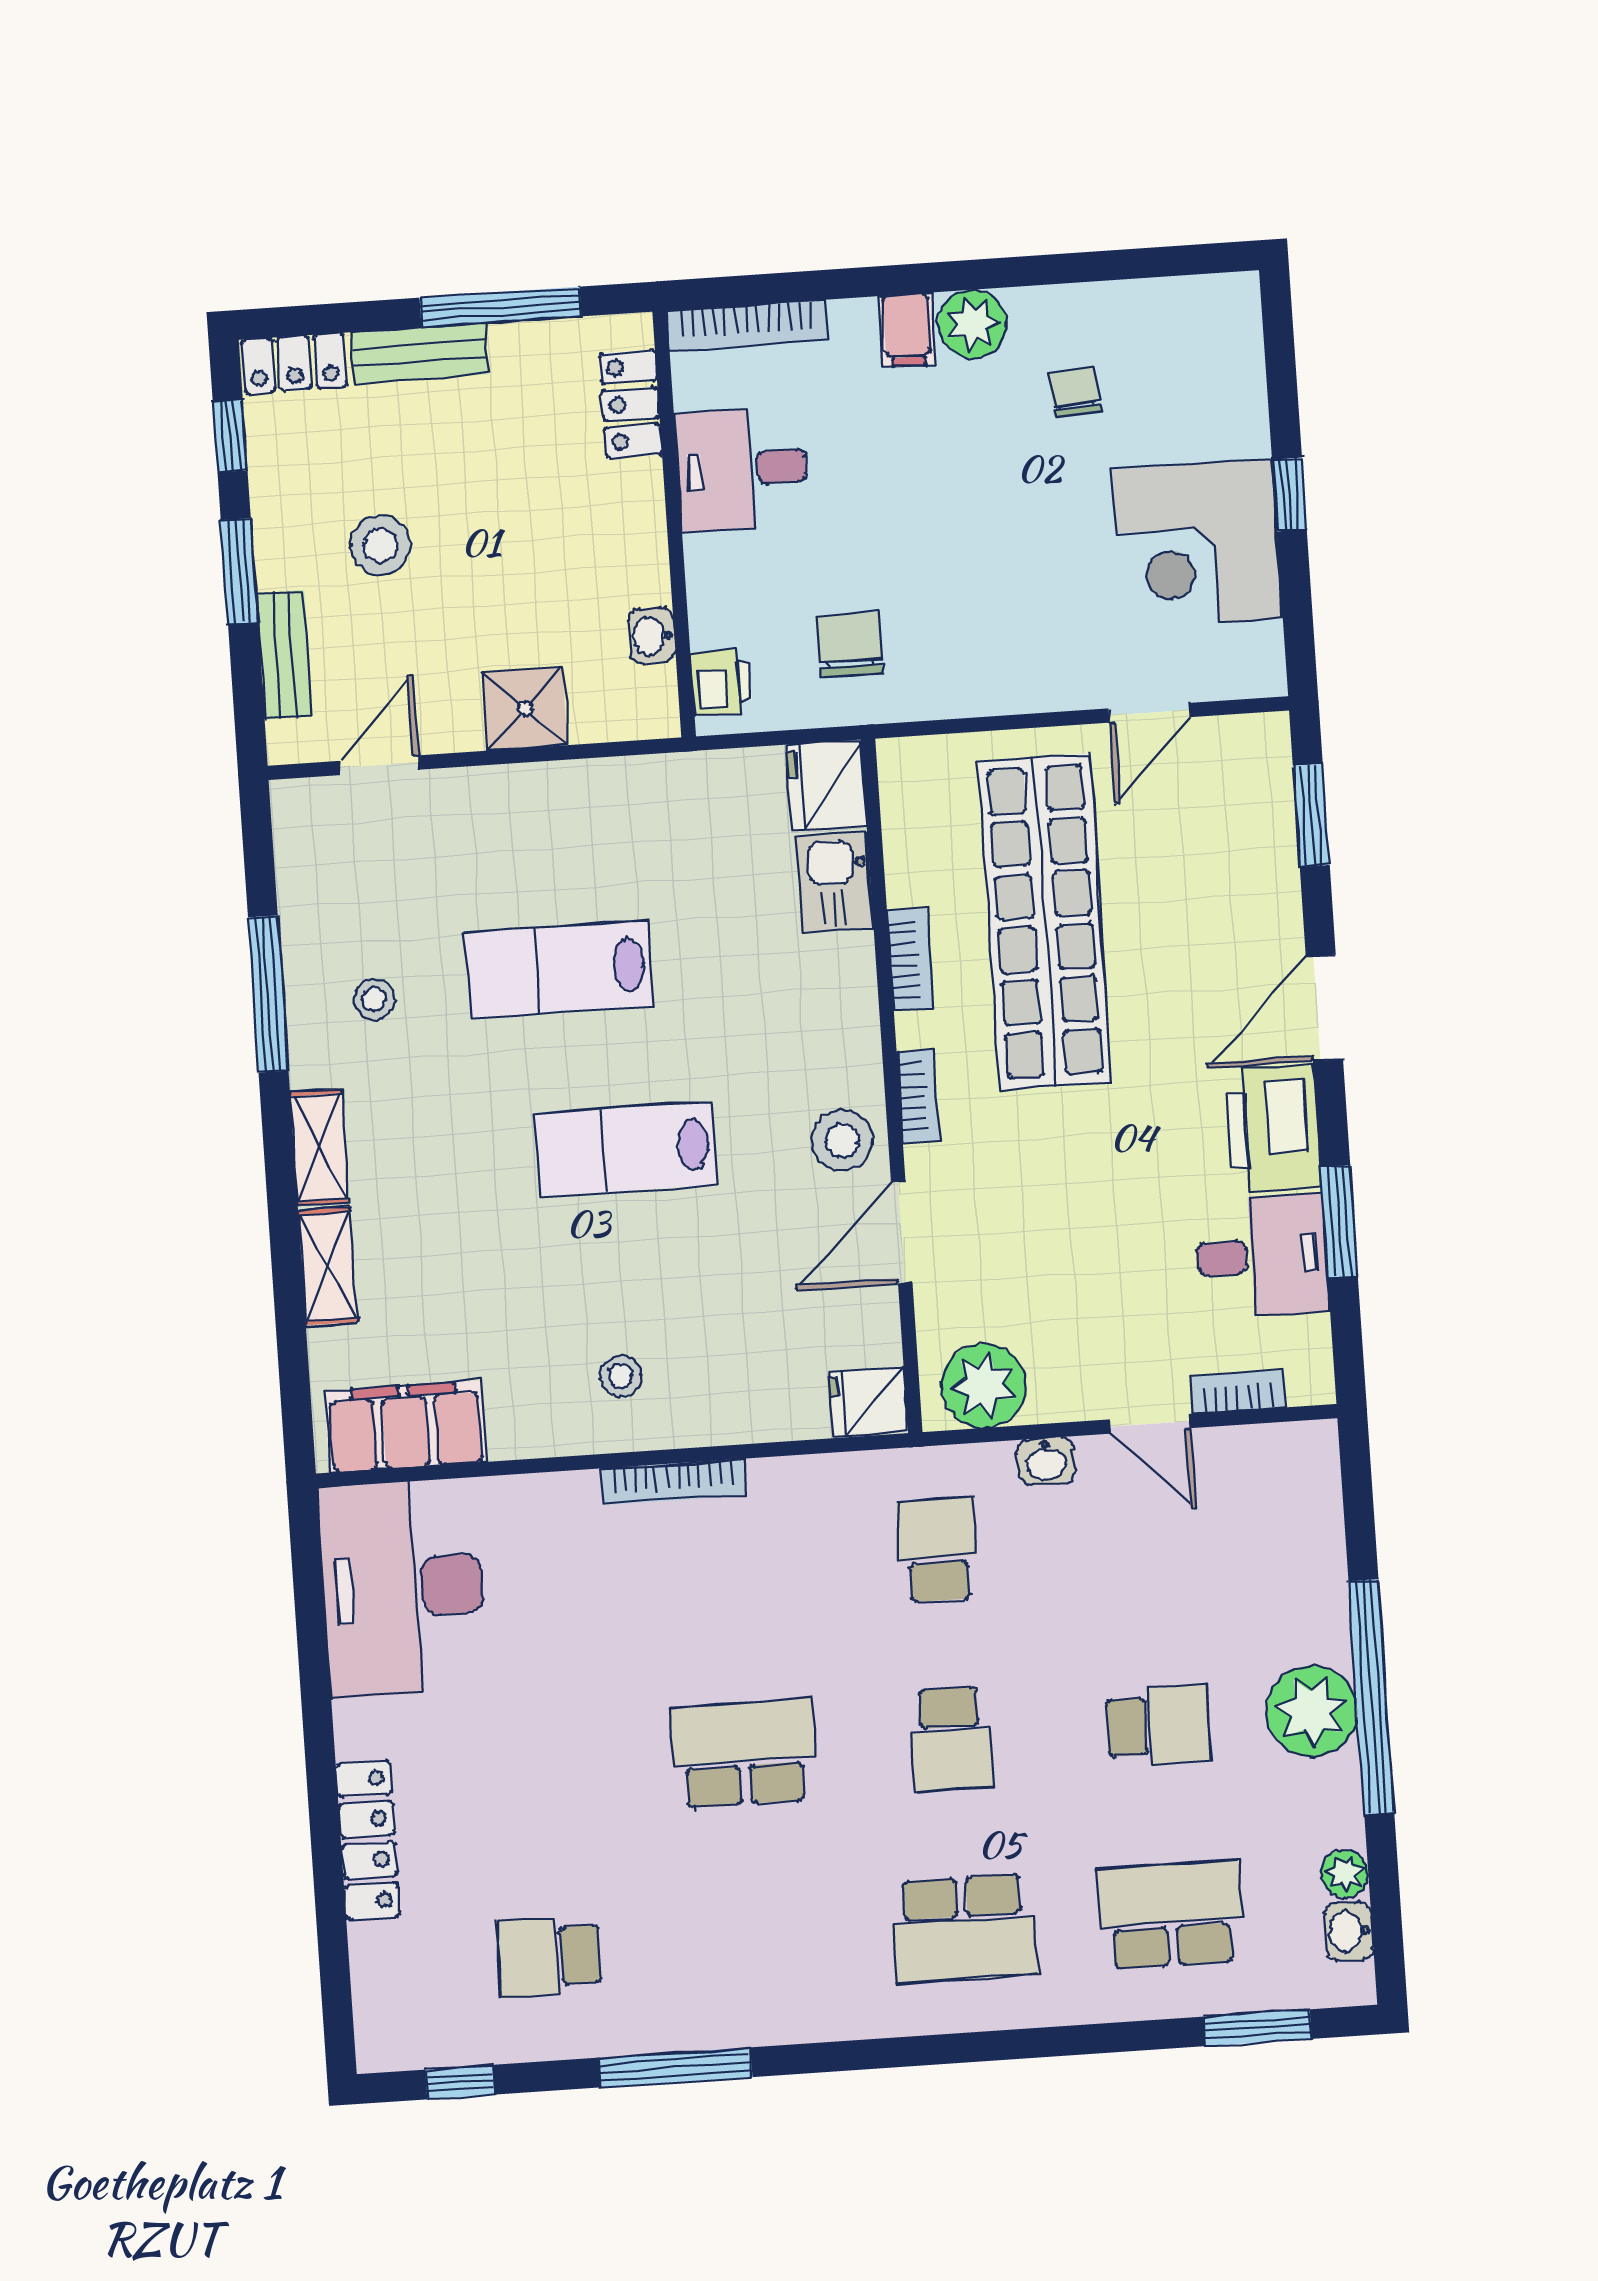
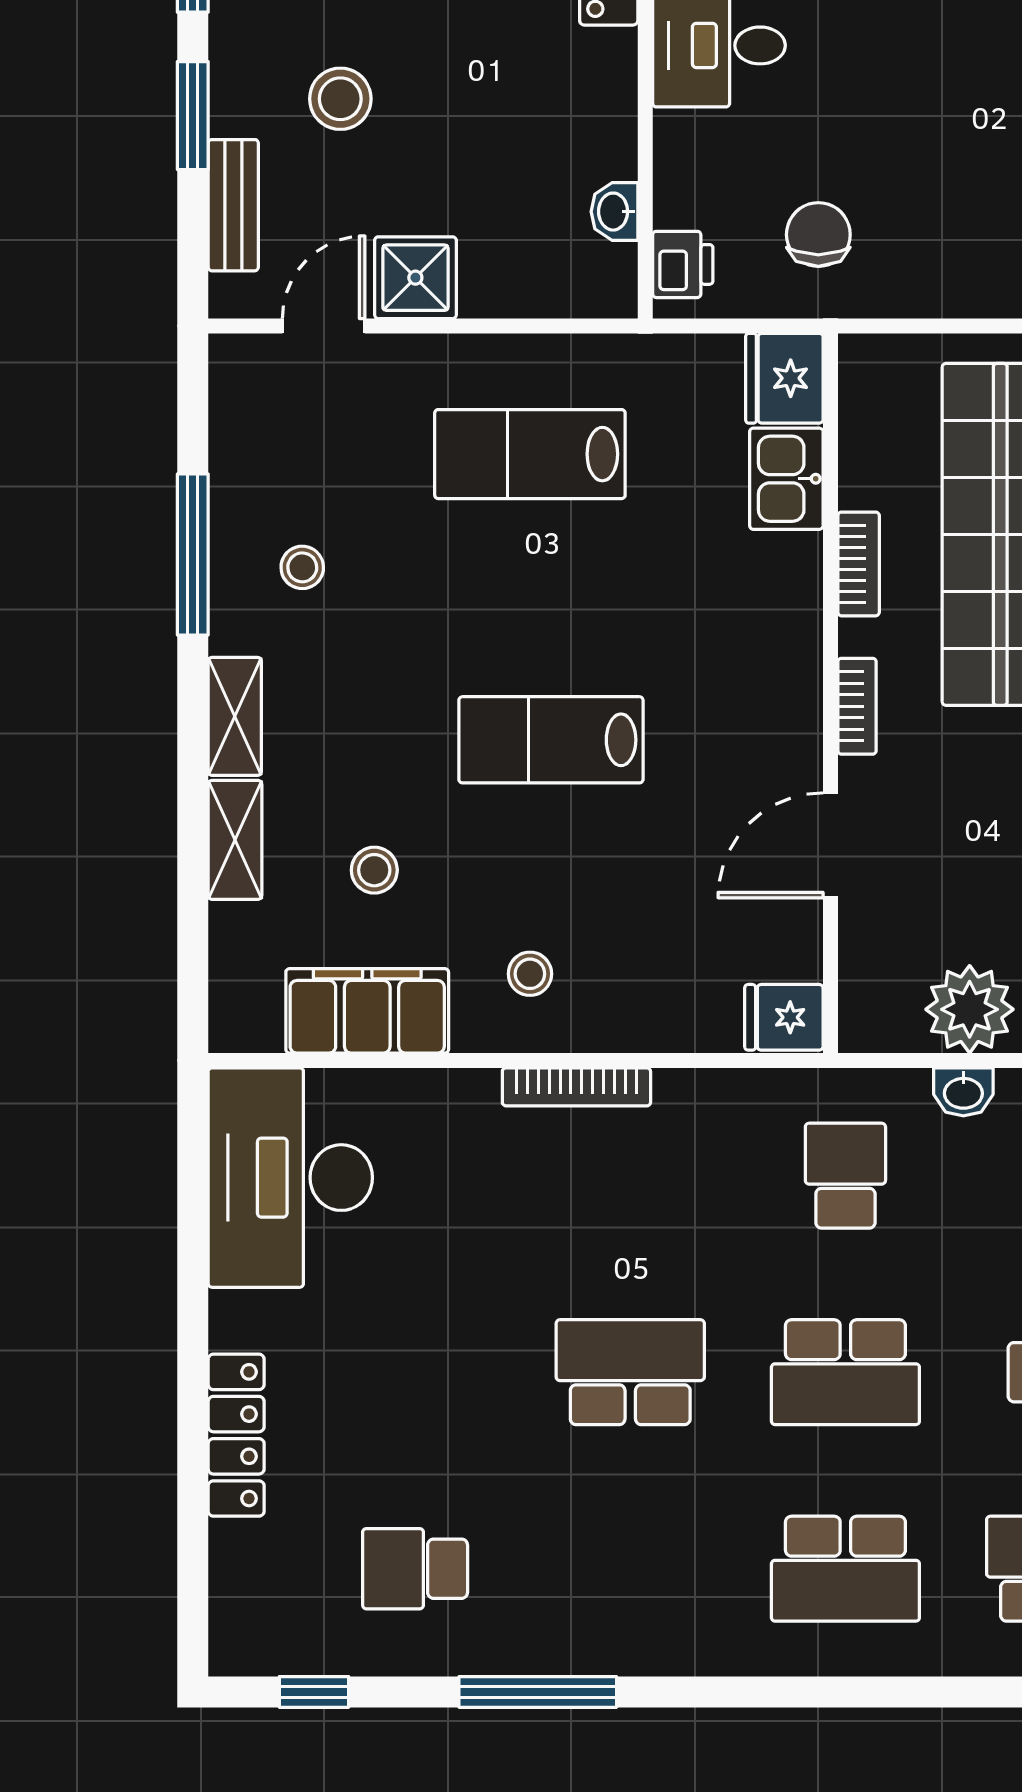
shower: (525, 709) -> (415, 278), moved
lab bench: (559, 969) -> (530, 454), moved
stool: (842, 1140) -> (374, 870), moved, width x0.73, depth x0.73
plant: (984, 1386) -> (970, 1009), moved
filing cabinet: (406, 1426) -> (367, 1011), moved
school desk: (951, 1739) -> (845, 1372), width x1.85

